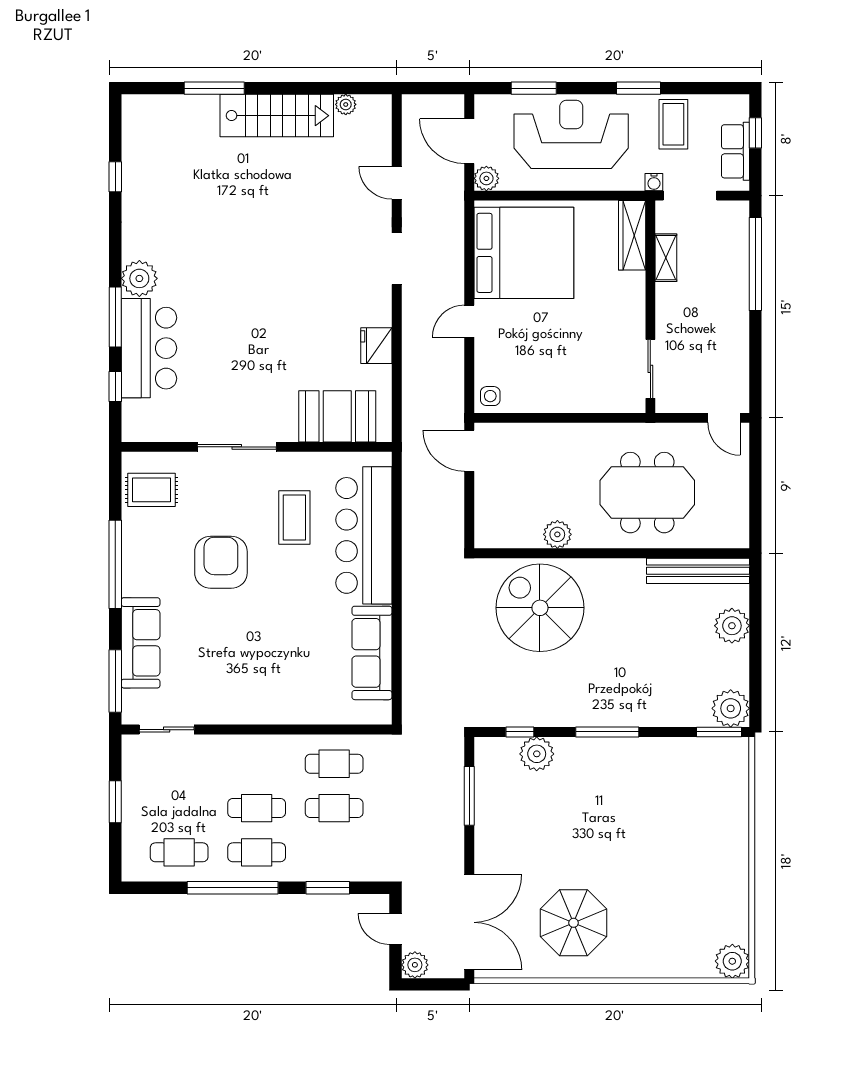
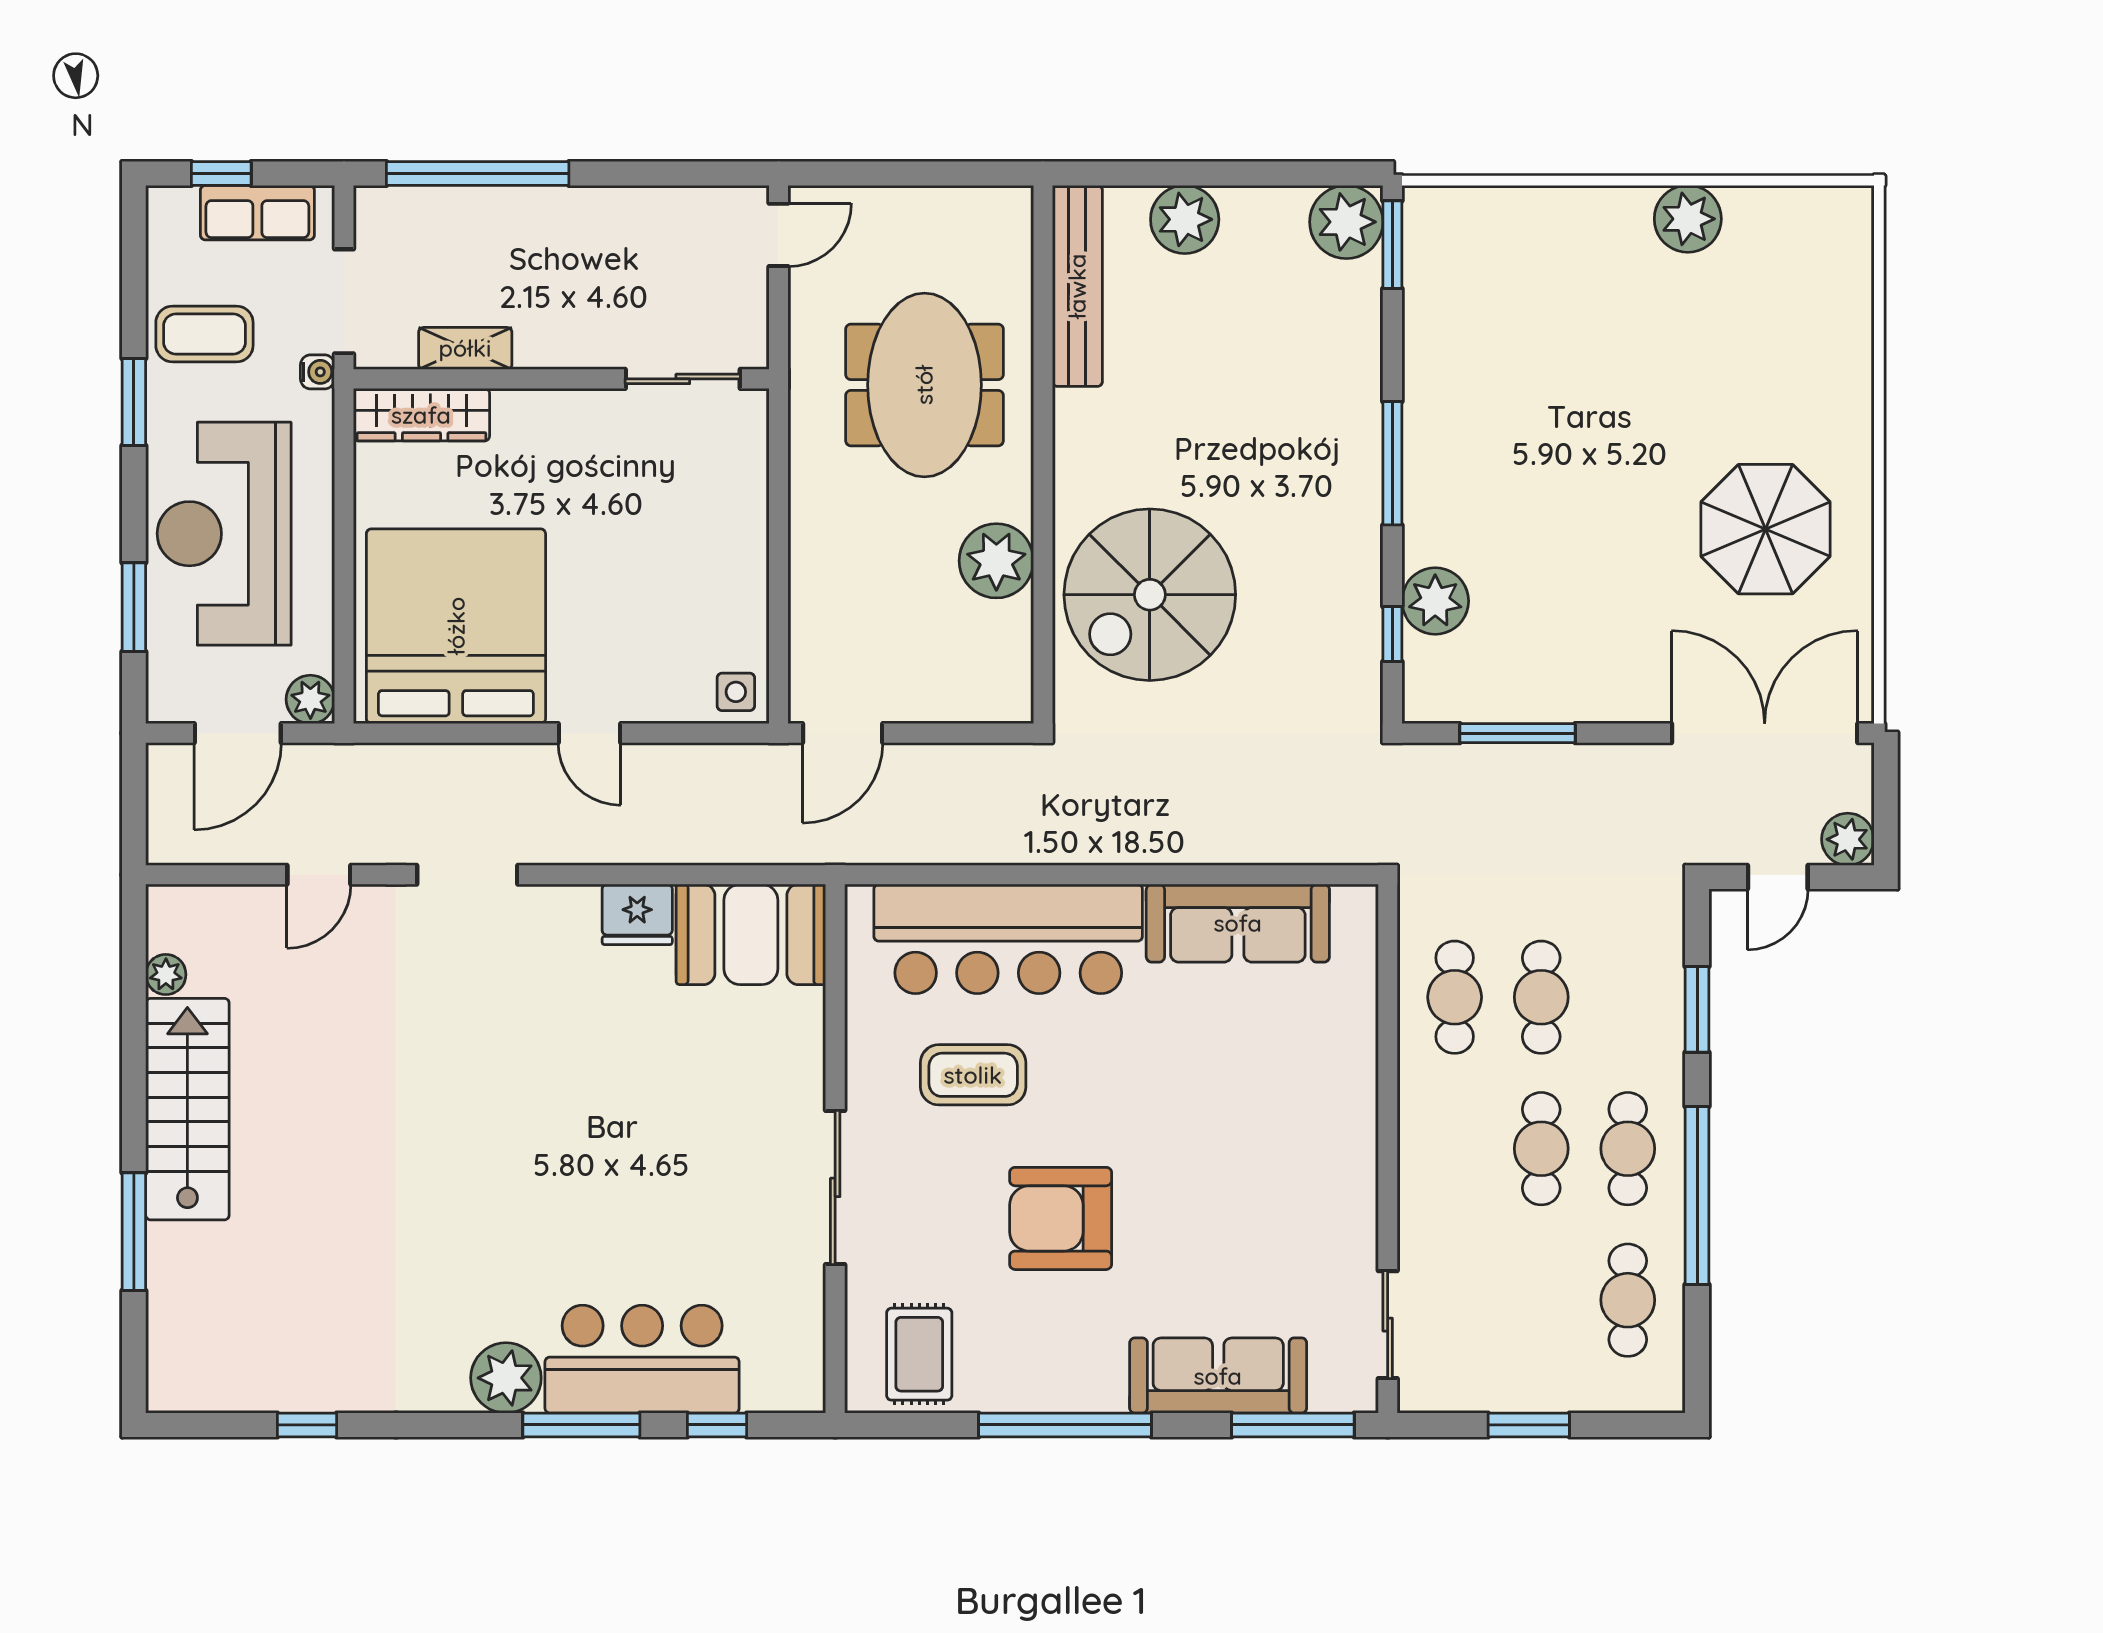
booth: (337, 416) -> (751, 934), moved, turned 90
plant: (557, 534) -> (996, 561), width x1.36, depth x1.36
plant: (732, 961) -> (1688, 219), moved

